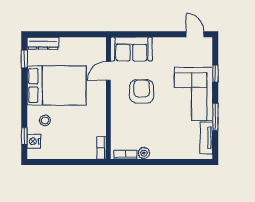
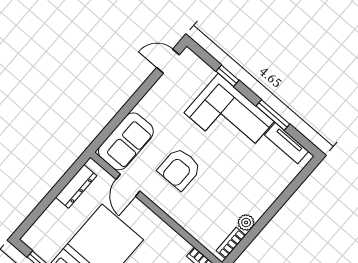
dresser: (43, 43) -> (76, 186), moved
armchair: (142, 91) -> (179, 169), turned -90

